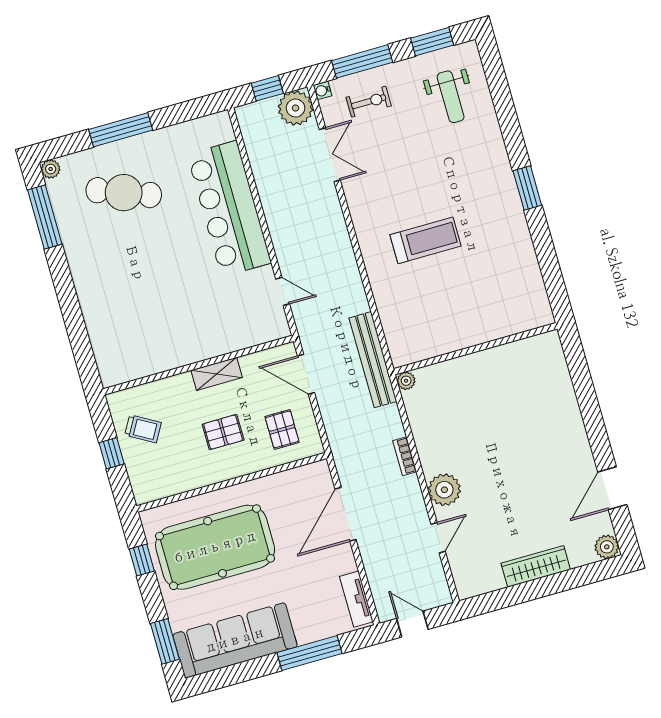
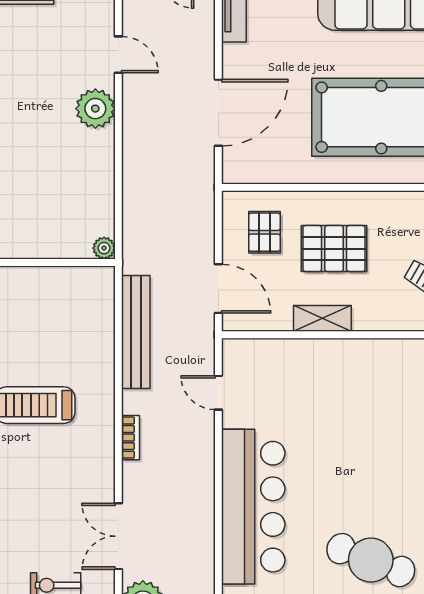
bench: (373, 360) -> (136, 332), moved
pallet: (223, 432) -> (334, 249), width x1.50, depth x1.42
bookcase: (405, 456) -> (131, 438), moved
door: (438, 538) -> (118, 55), swing flipped

